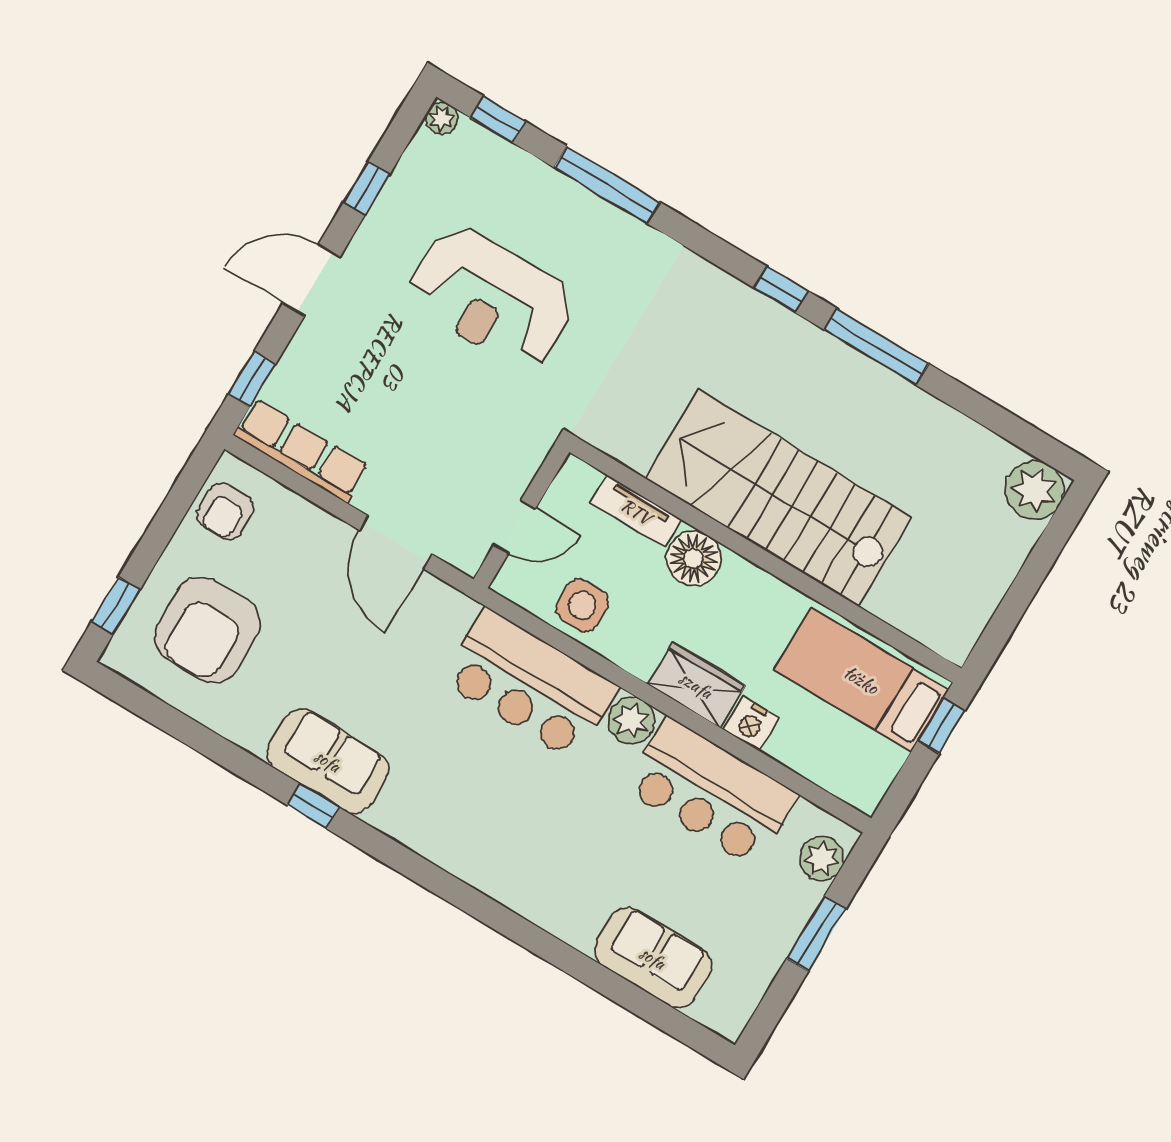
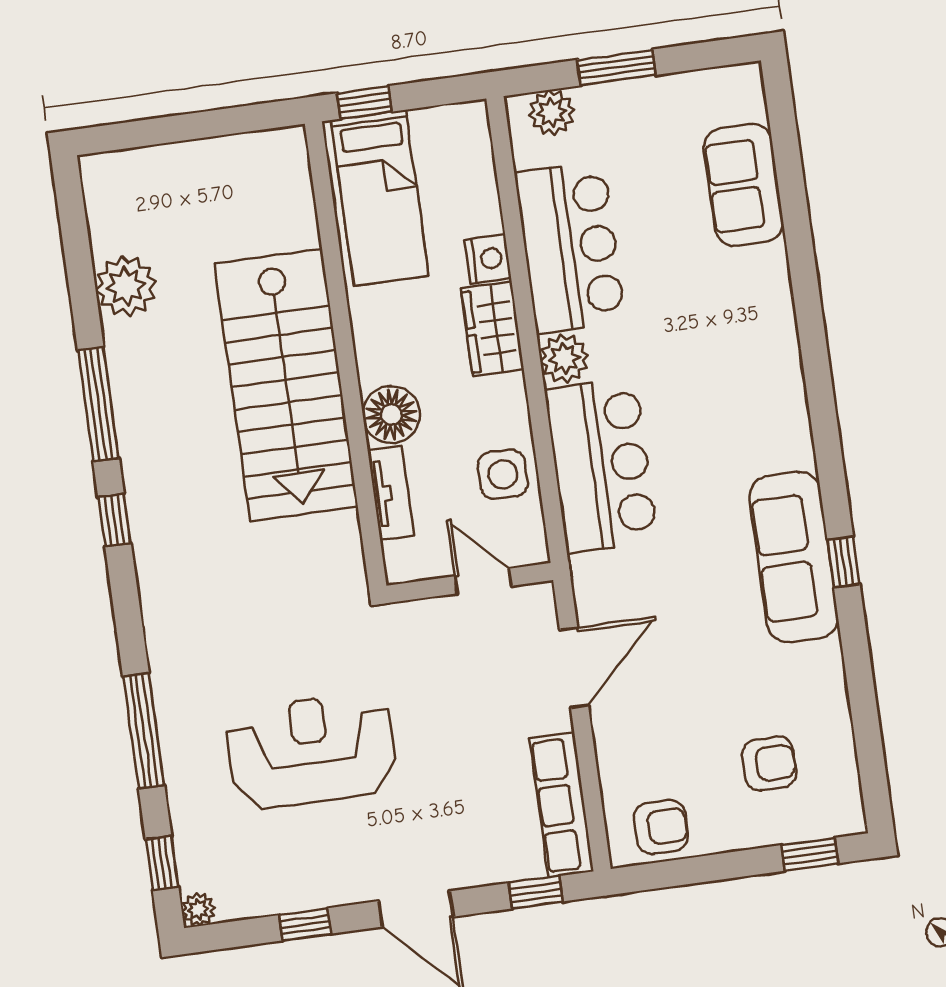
reception desk: (492, 298) -> (311, 751), turned -90
plant: (1035, 490) -> (126, 286), moved
armchair: (207, 630) -> (769, 764), width x0.53, depth x0.53
sofa: (328, 761) -> (794, 557), width x1.36

